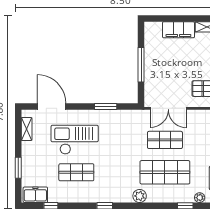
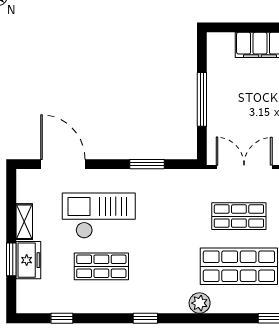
double door: (168, 108) -> (244, 167), swing flipped
shelving: (27, 129) -> (24, 222), moved
freezer: (35, 195) -> (28, 260), moved, turned 90

